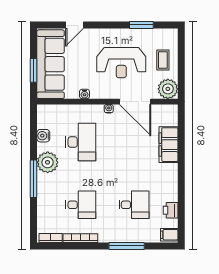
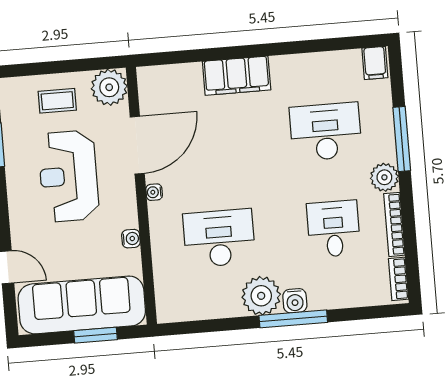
reception desk: (121, 63) -> (68, 176), turned 180
water cooler: (43, 136) -> (295, 301), moved
filing cabinet: (169, 145) -> (237, 76), moved
desk: (134, 205) -> (326, 132), width x1.37
printer: (171, 210) -> (330, 64), removed
plant: (107, 235) -> (384, 177), added

